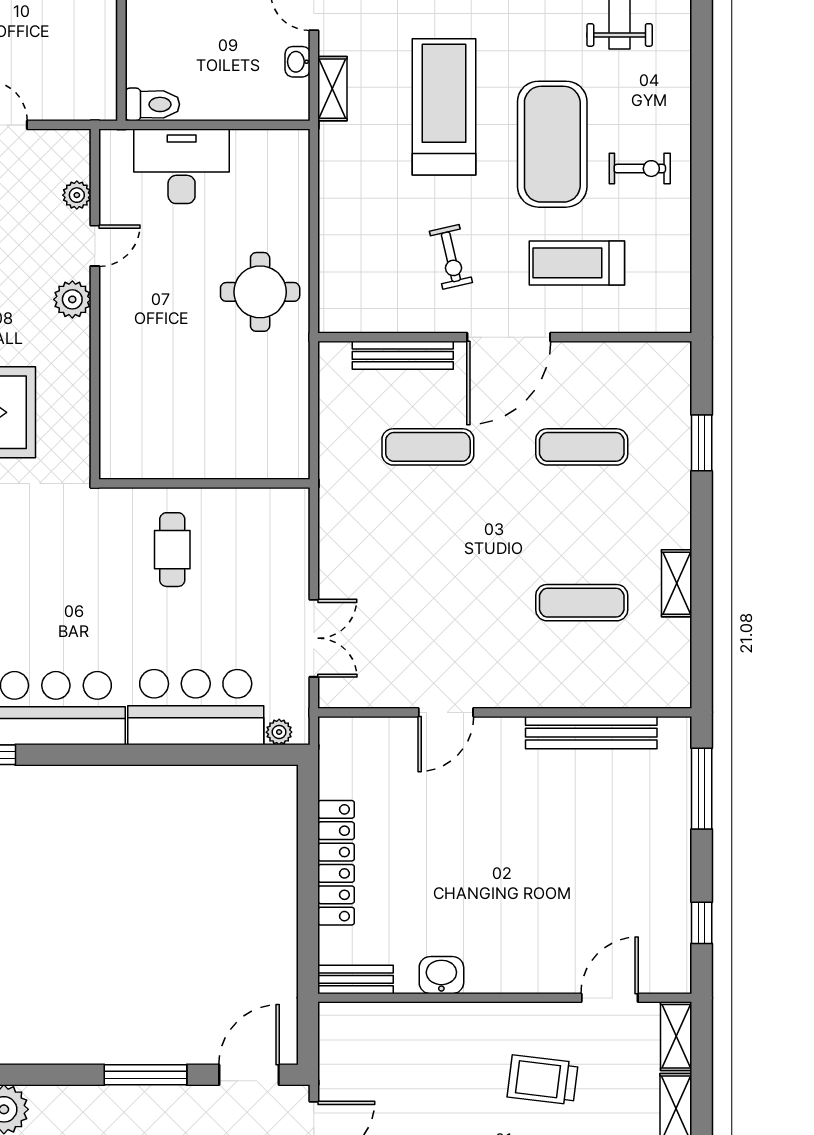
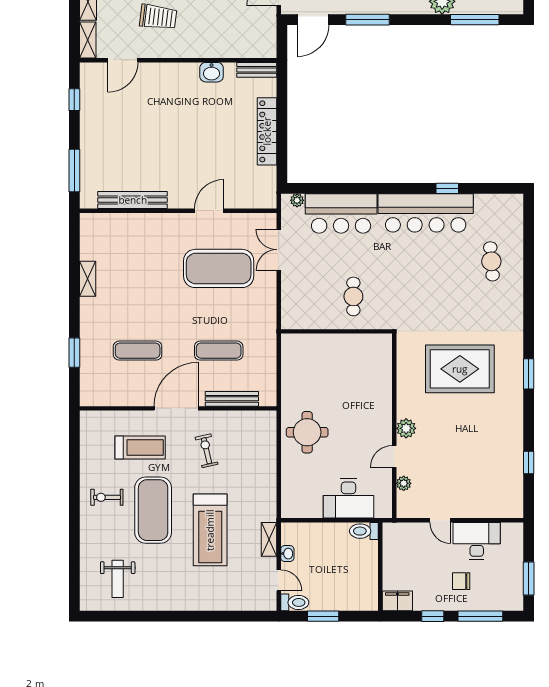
exercise mat: (582, 603) -> (219, 268), moved, width x2.00, depth x1.45

